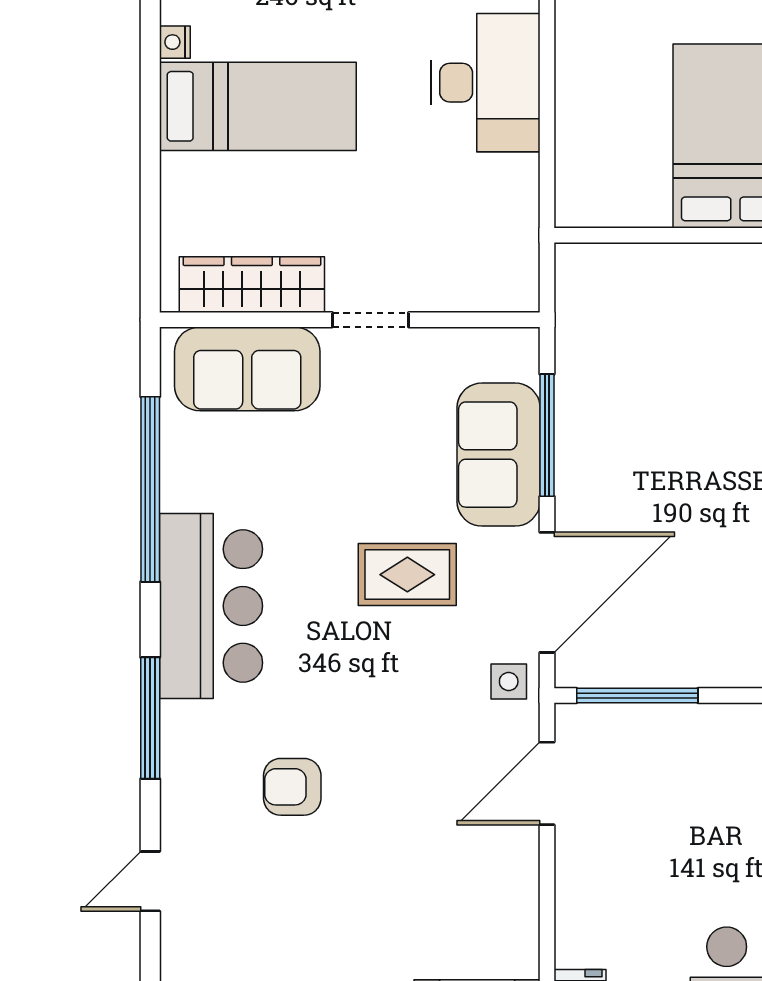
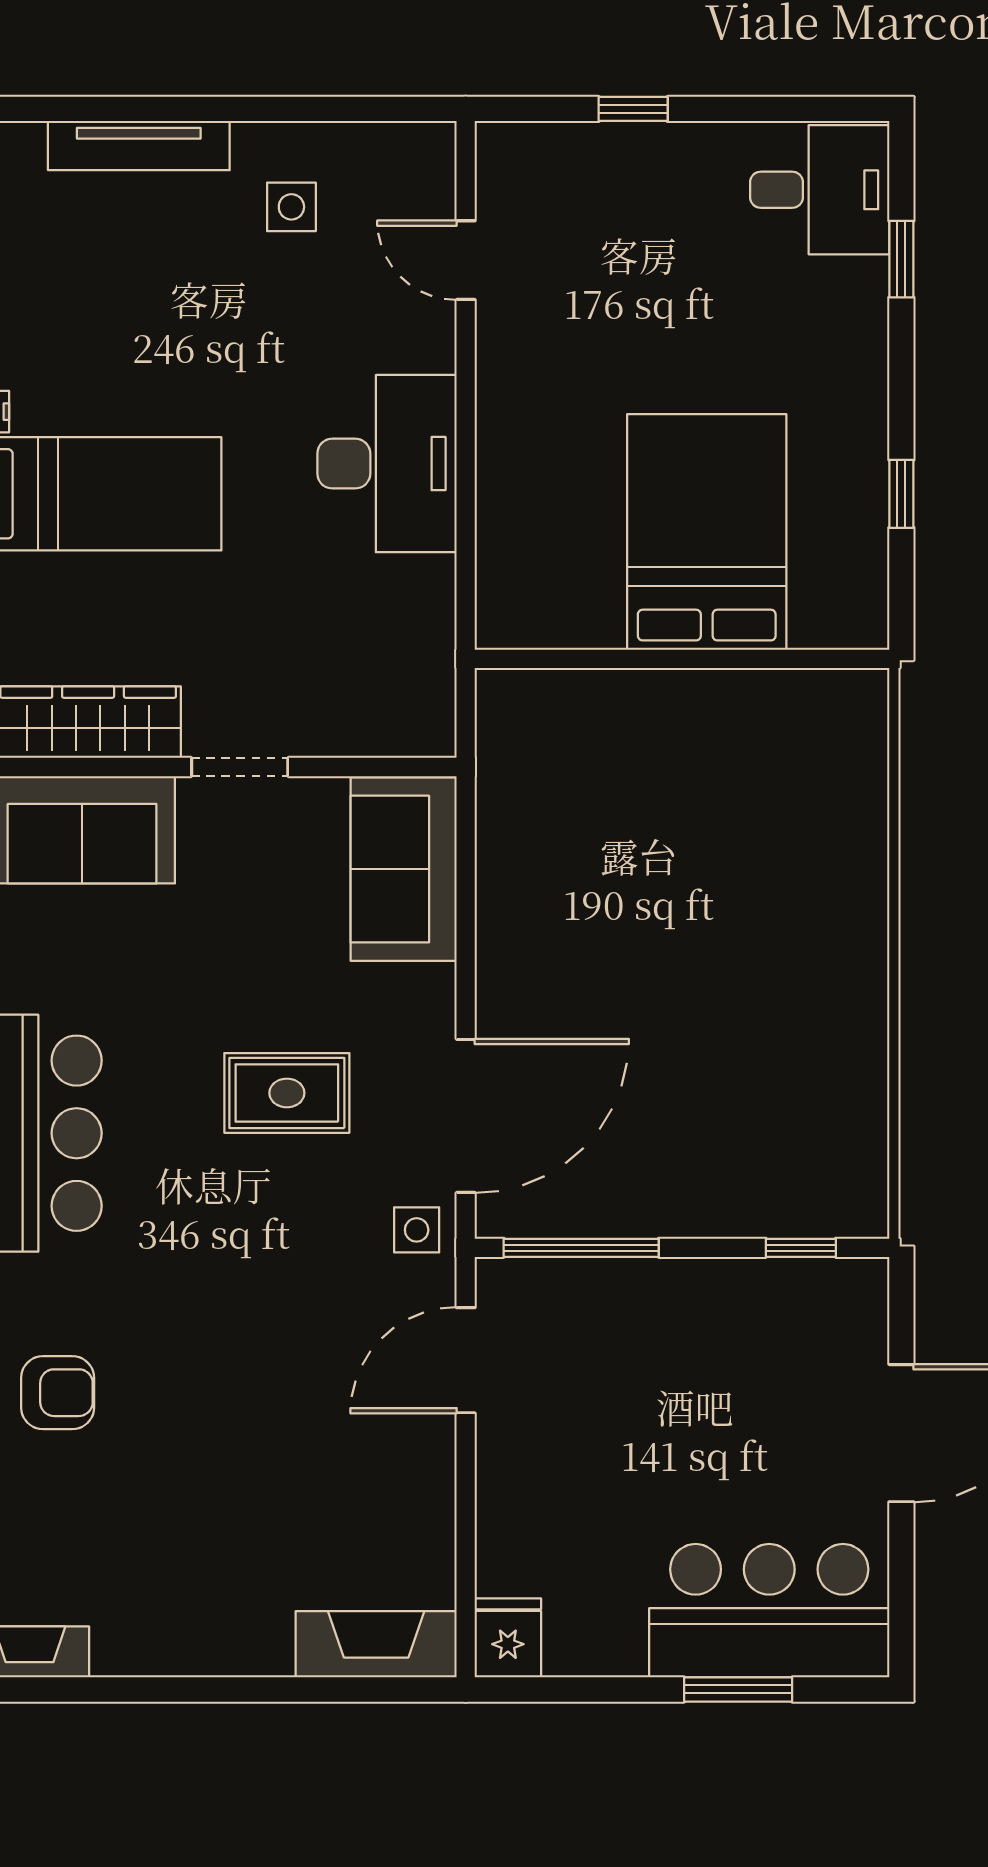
window: (547, 435) -> (466, 915), removed
sofa: (499, 455) -> (404, 869), moved
armchair: (292, 787) -> (58, 1393), moved, turned 180

